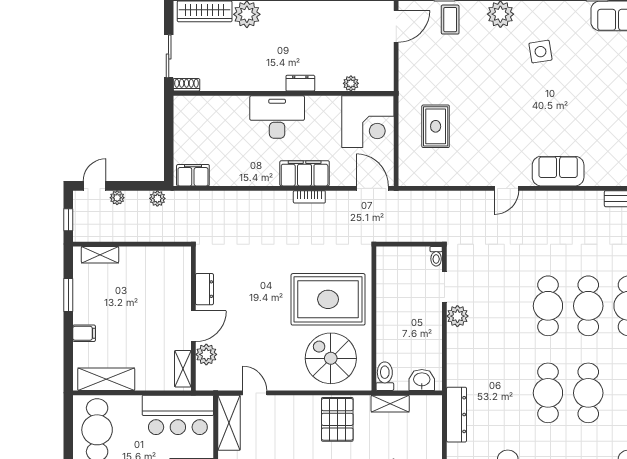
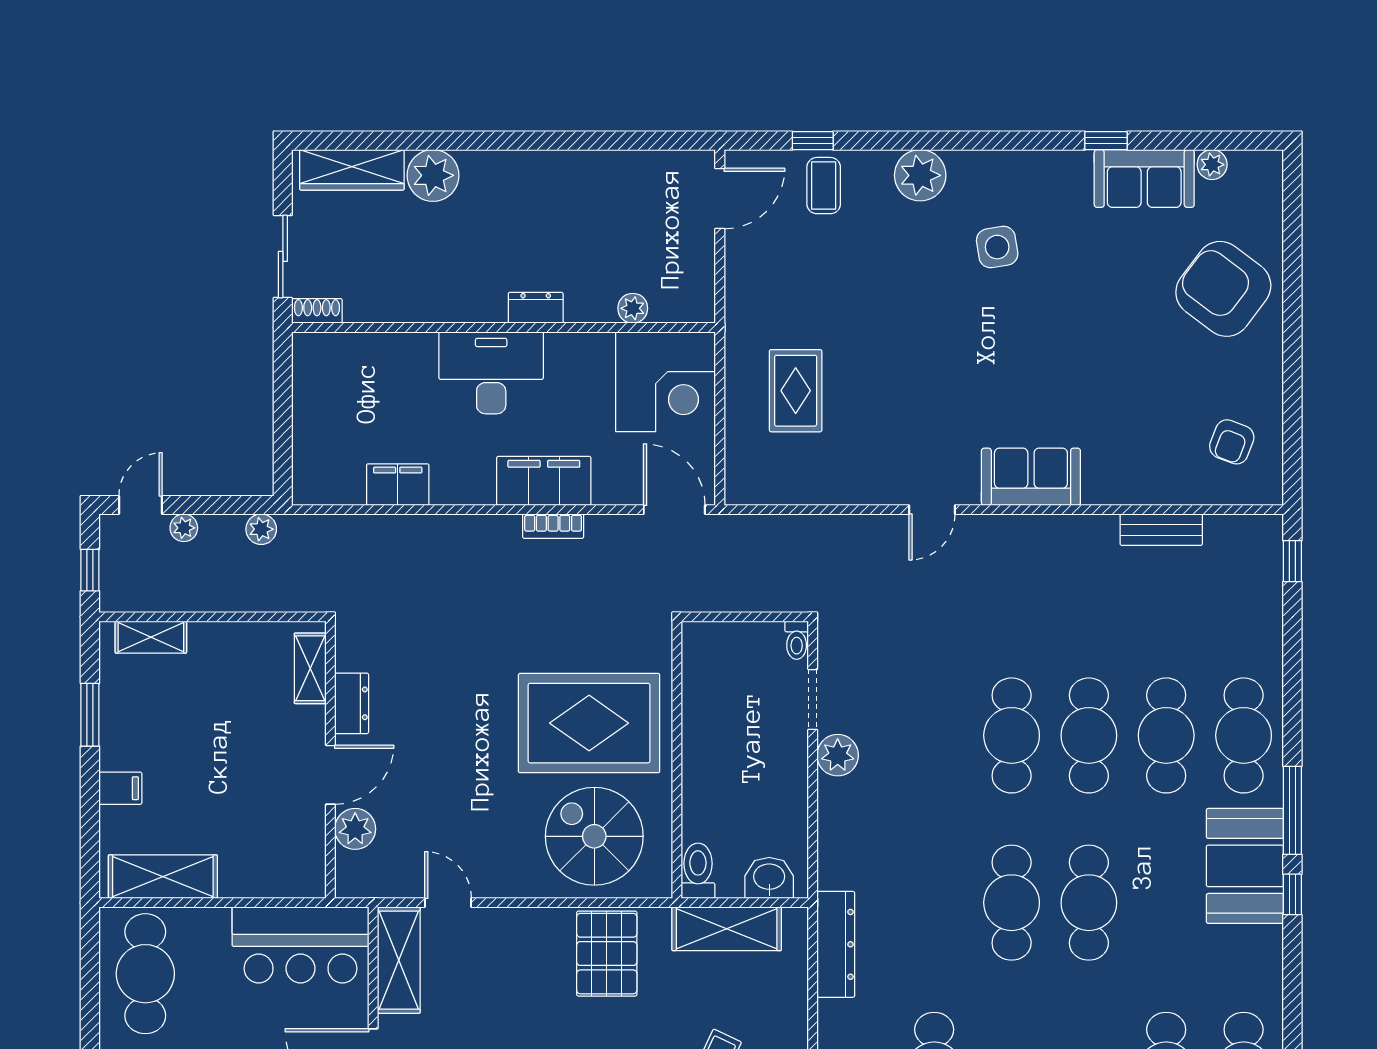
filing cabinet: (193, 175) -> (398, 485), moved
shelving: (183, 369) -> (310, 668), moved
shelving: (390, 404) -> (727, 929), width x1.50, depth x1.33

